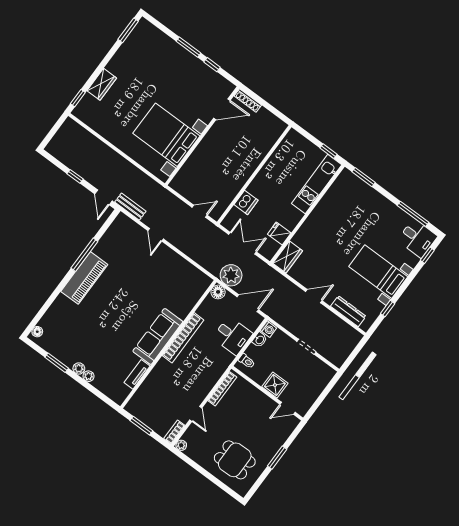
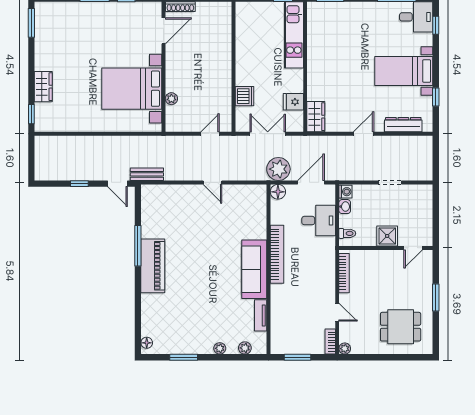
plant: (190, 164) -> (171, 99), added
door: (156, 235) -> (212, 182), moved
plant: (79, 368) -> (245, 348), moved

